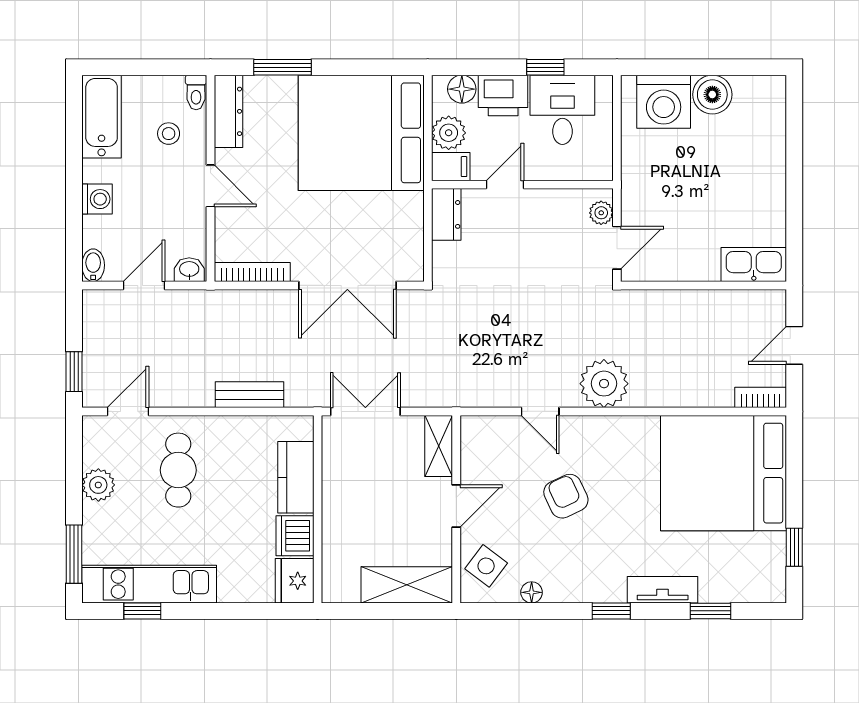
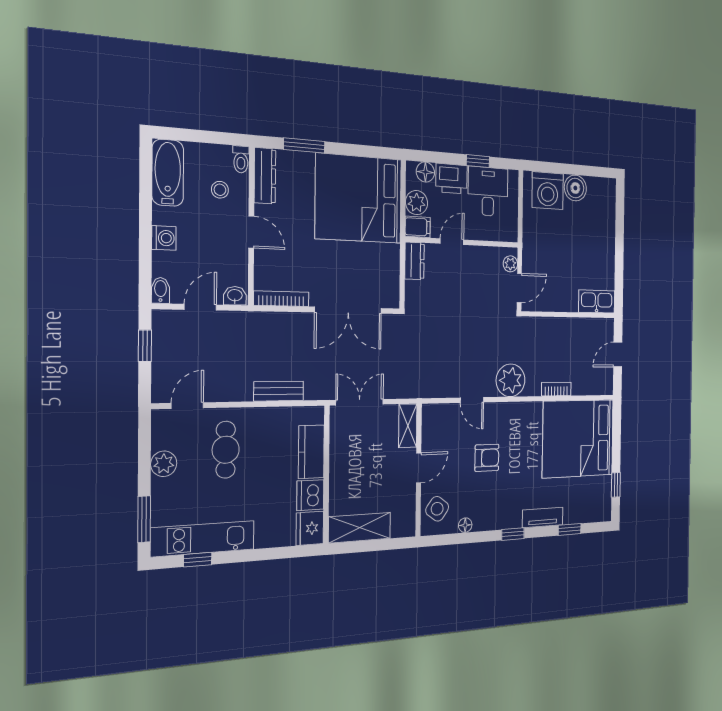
window: (74, 372) -> (145, 346), moved
bookcase: (761, 397) -> (556, 389), moved
armchair: (566, 496) -> (487, 458), turned 115
shelving: (407, 585) -> (360, 528), moved

